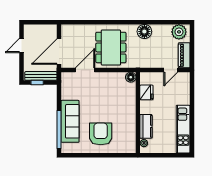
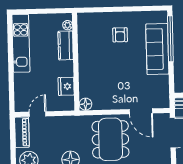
door: (85, 70) -> (141, 111), hinge flipped
armchair: (101, 134) -> (120, 35), width x0.53, depth x0.53

